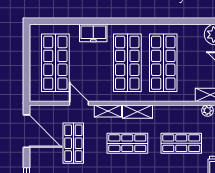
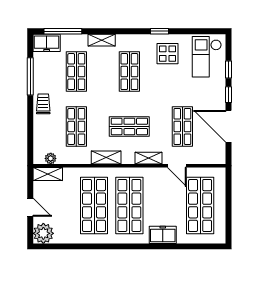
shelving: (137, 112) -> (106, 157), moved
door: (26, 131) -> (228, 126), moved
shop shelf: (181, 143) -> (76, 126), turned 90

